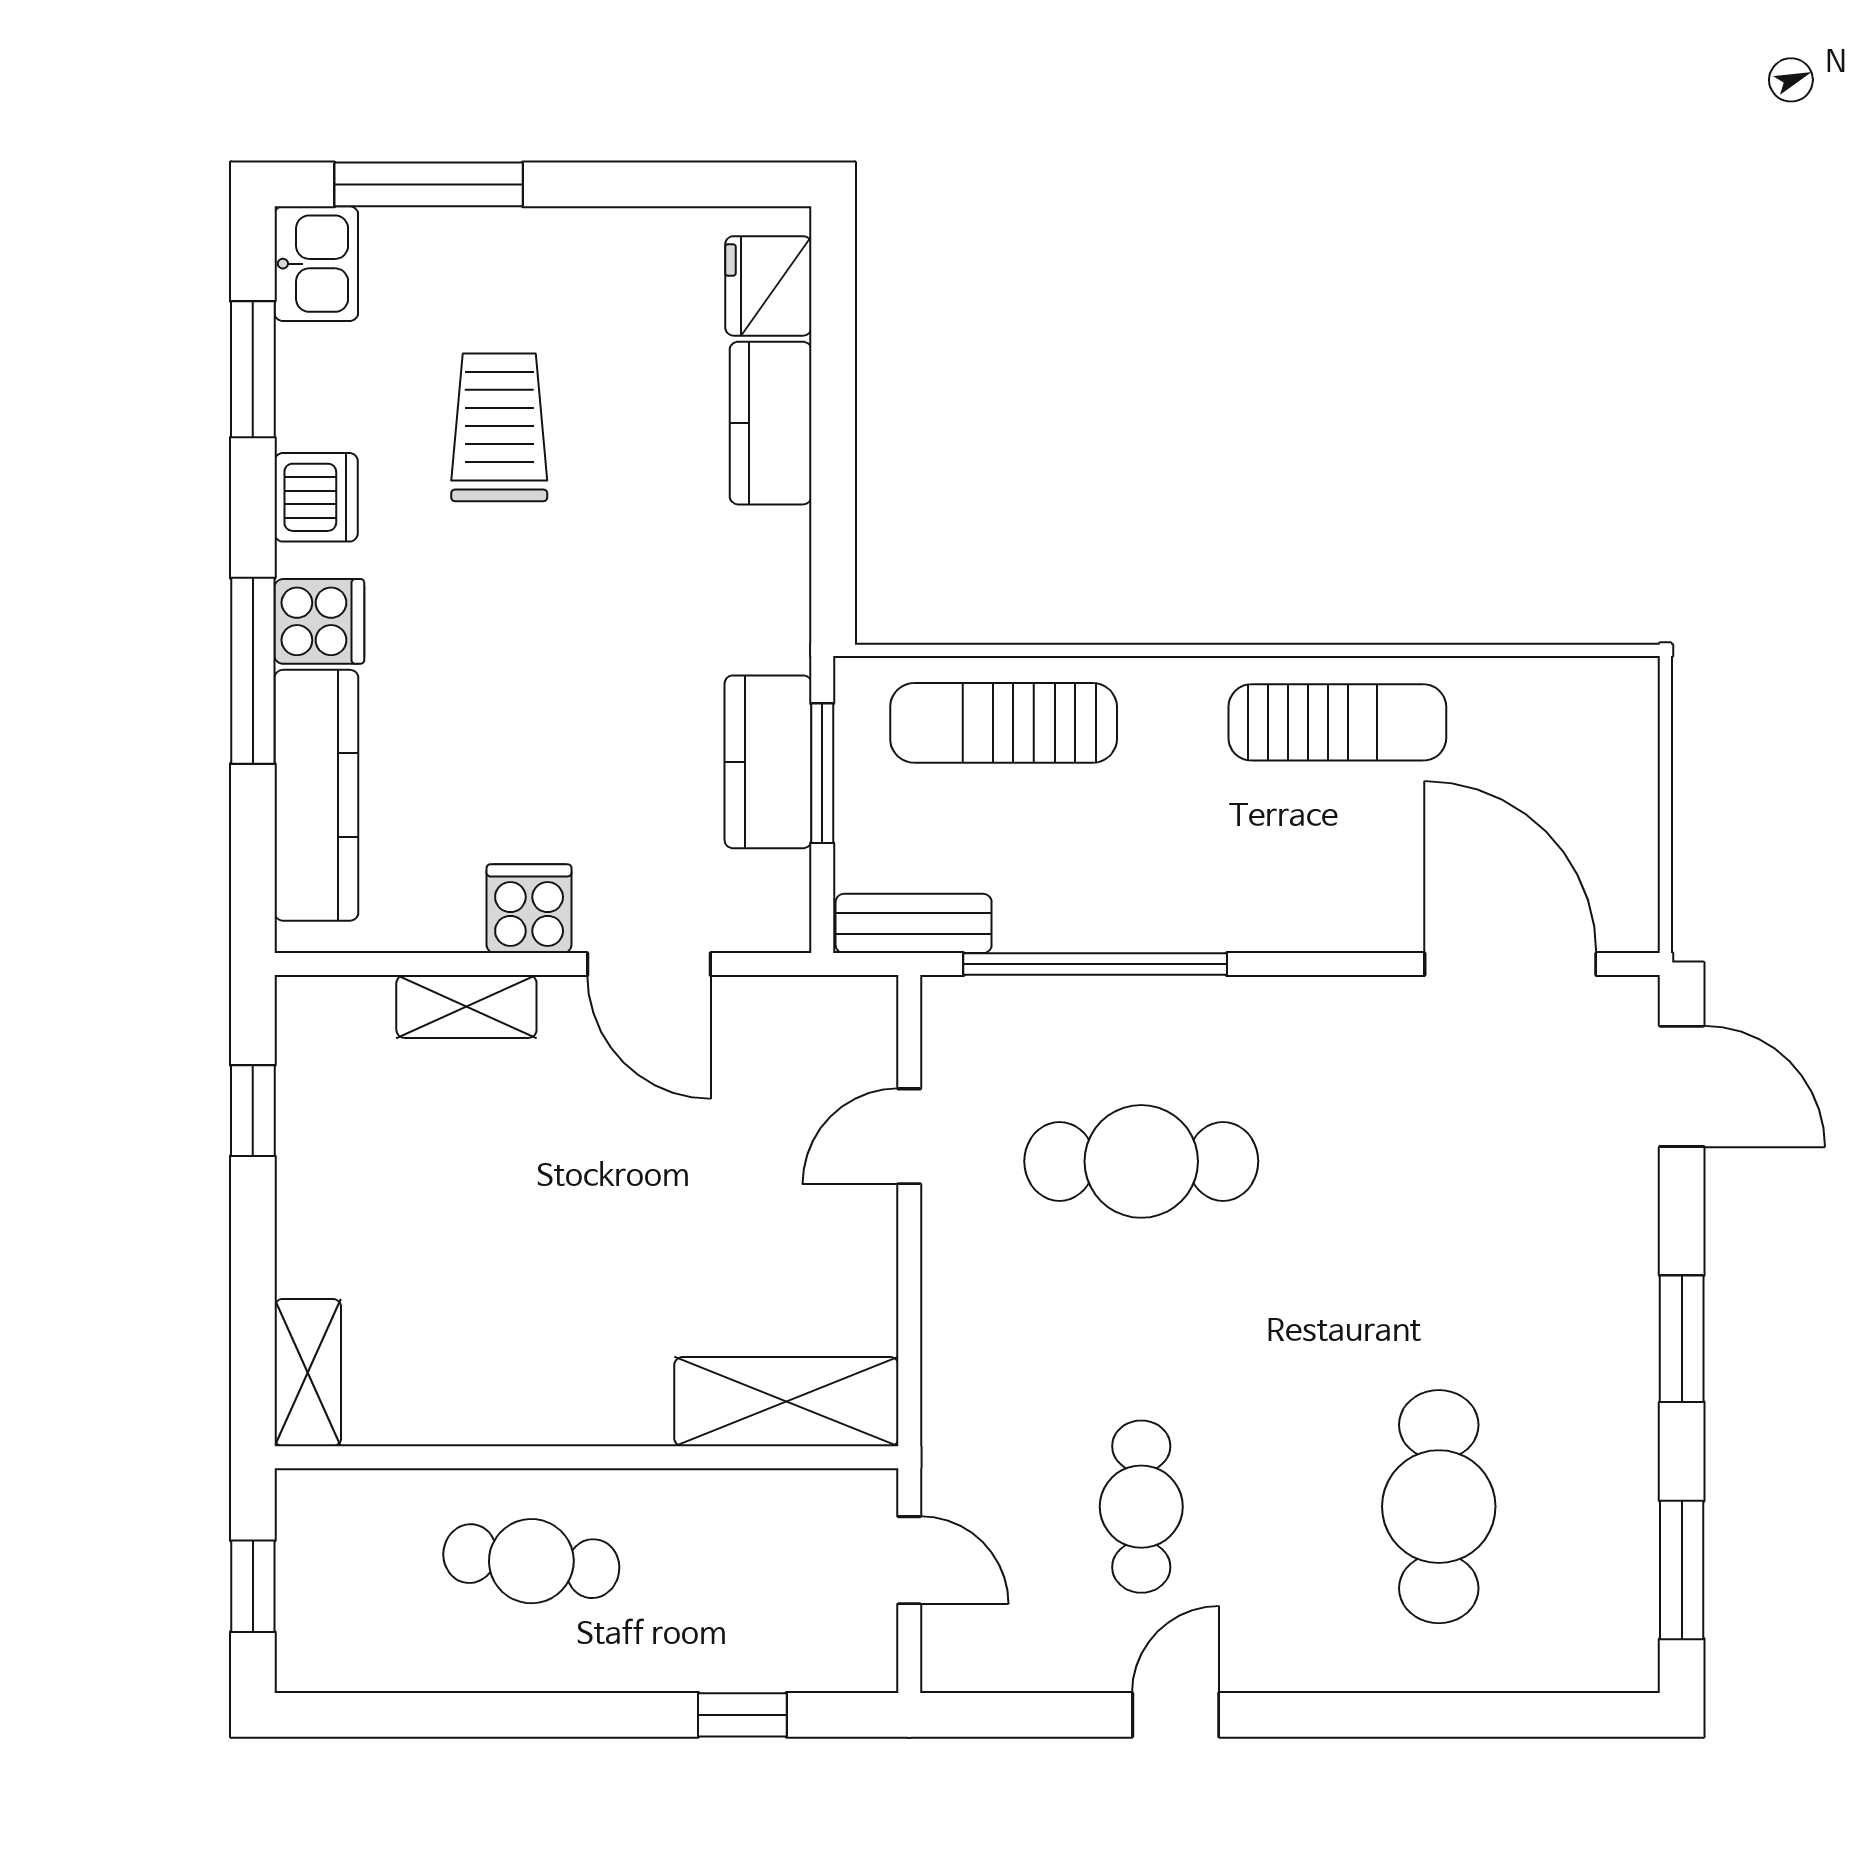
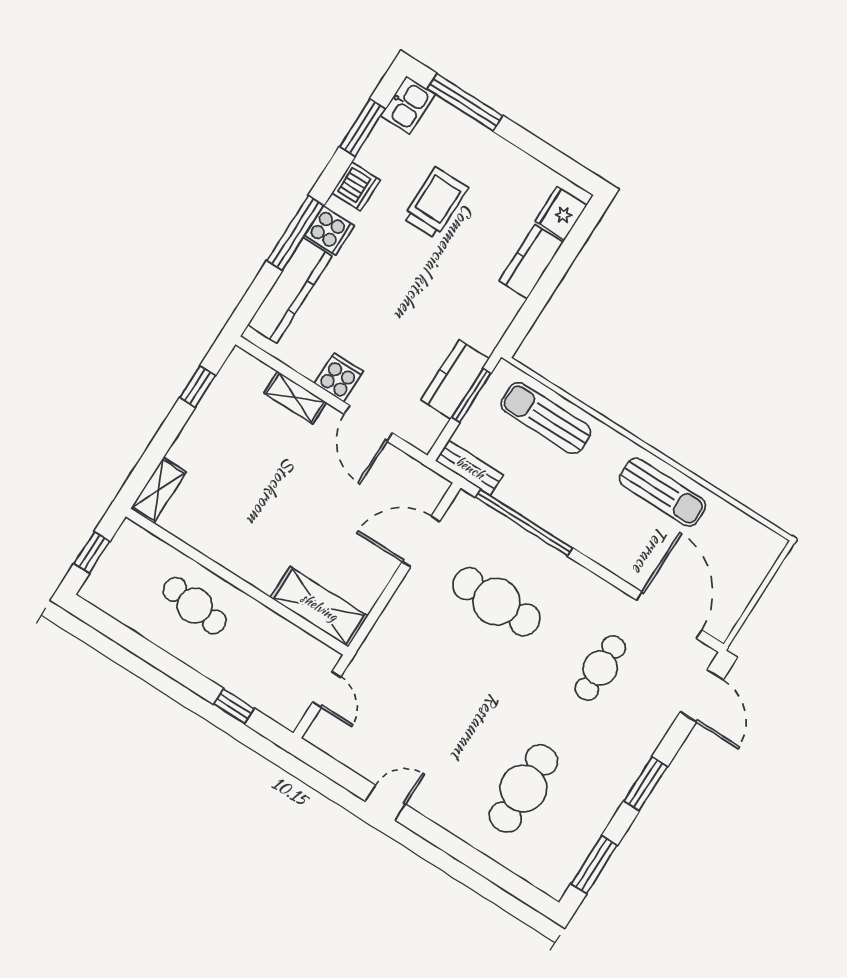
door: (909, 1136) -> (421, 541), width x1.37
cafe table: (1141, 1507) -> (600, 668), moved

